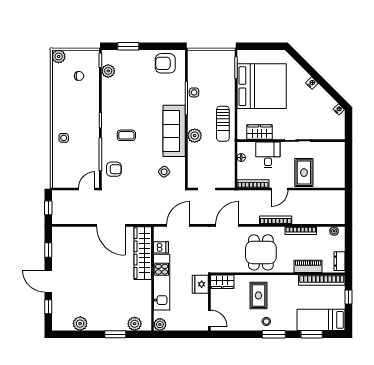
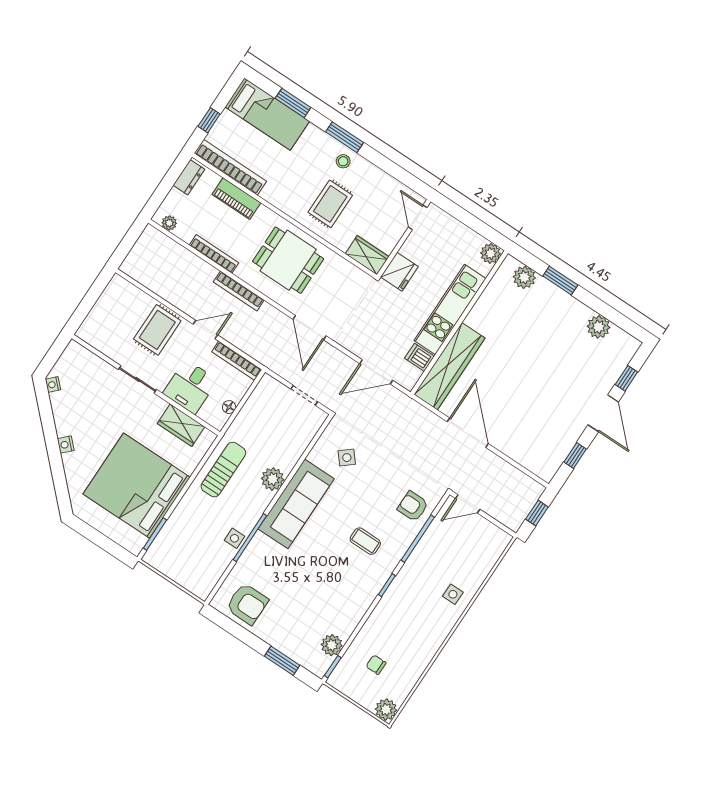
door: (227, 225) -> (310, 328), hinge flipped
dining table: (261, 252) -> (288, 260), turned 90

